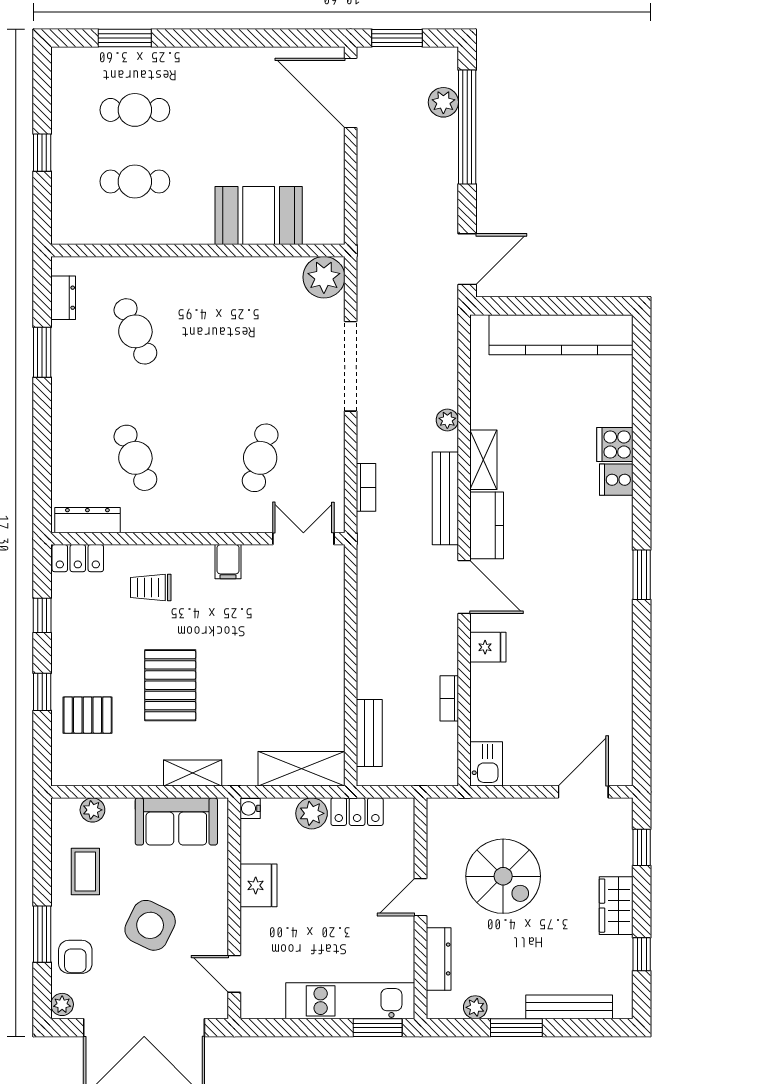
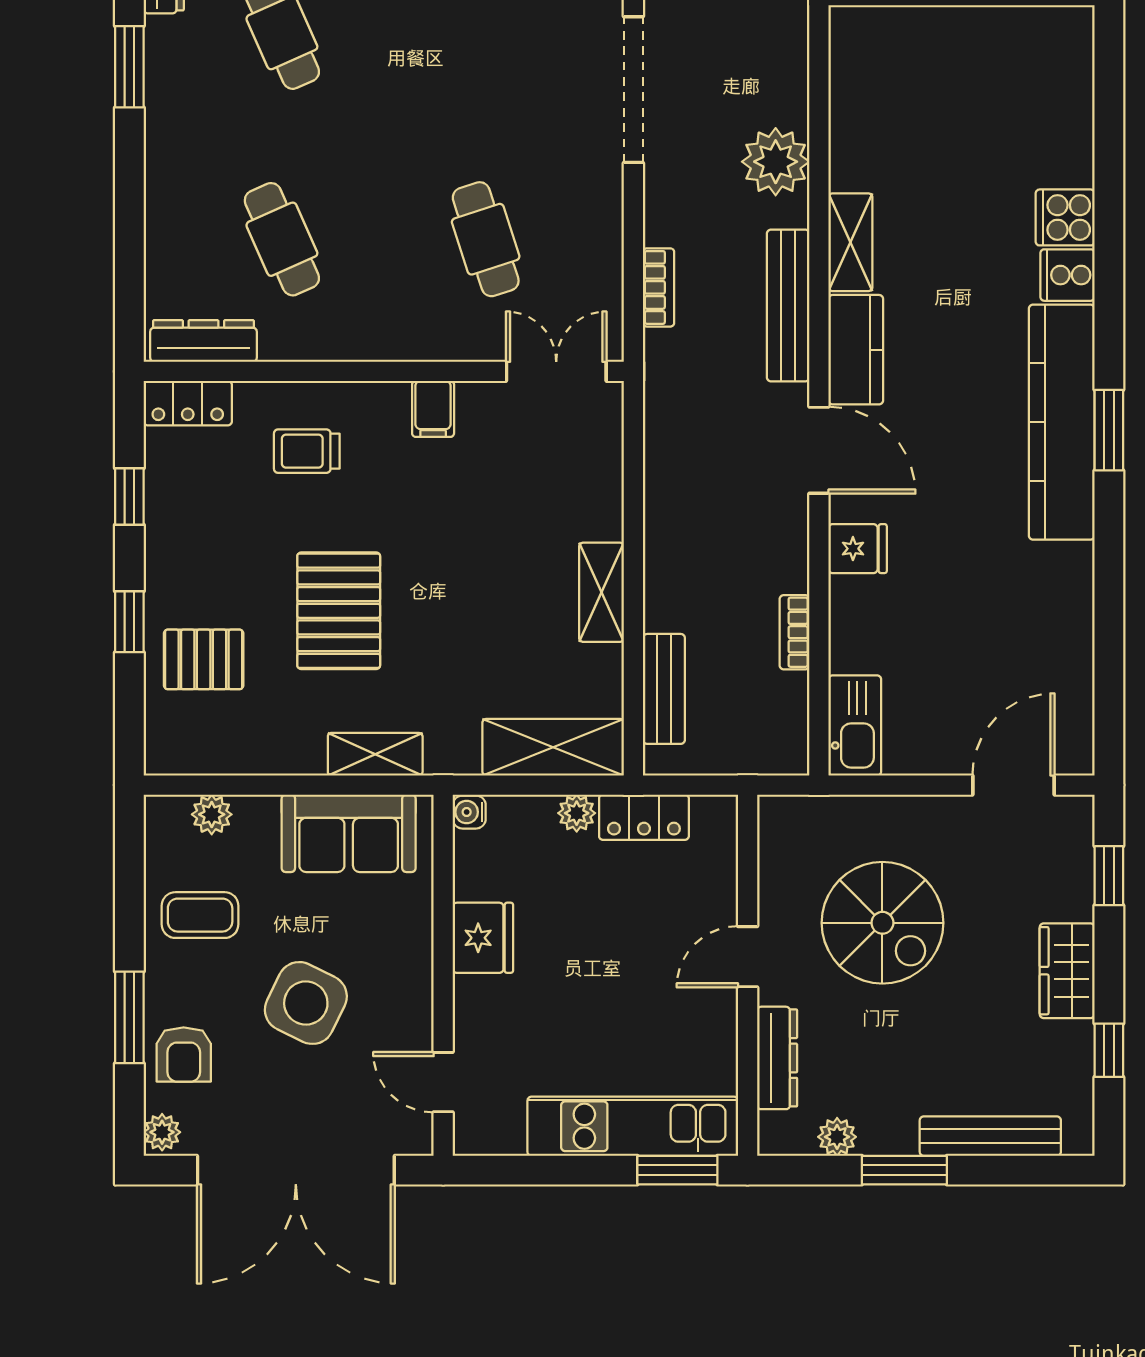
kitchen counter: (561, 335) -> (1062, 422), moved, turned 90
plant: (447, 420) -> (776, 162), width x1.88, depth x1.88
cafe table: (260, 458) -> (486, 239), turned -33
shelving: (331, 674) -> (602, 592), added
kitchen sink: (486, 764) -> (855, 725), width x1.38
plant: (312, 813) -> (577, 813), width x0.73, depth x0.73
coffee table: (85, 872) -> (200, 915), turned 90

